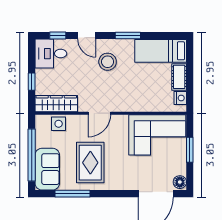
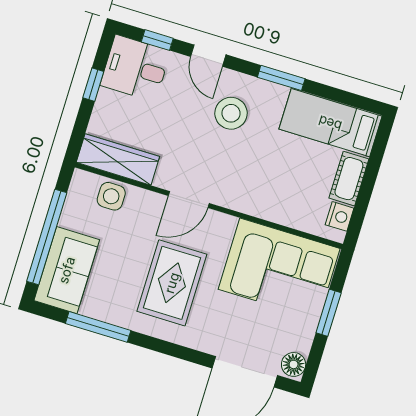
window: (32, 82) -> (93, 85), moved
rug: (90, 163) -> (172, 283), moved

